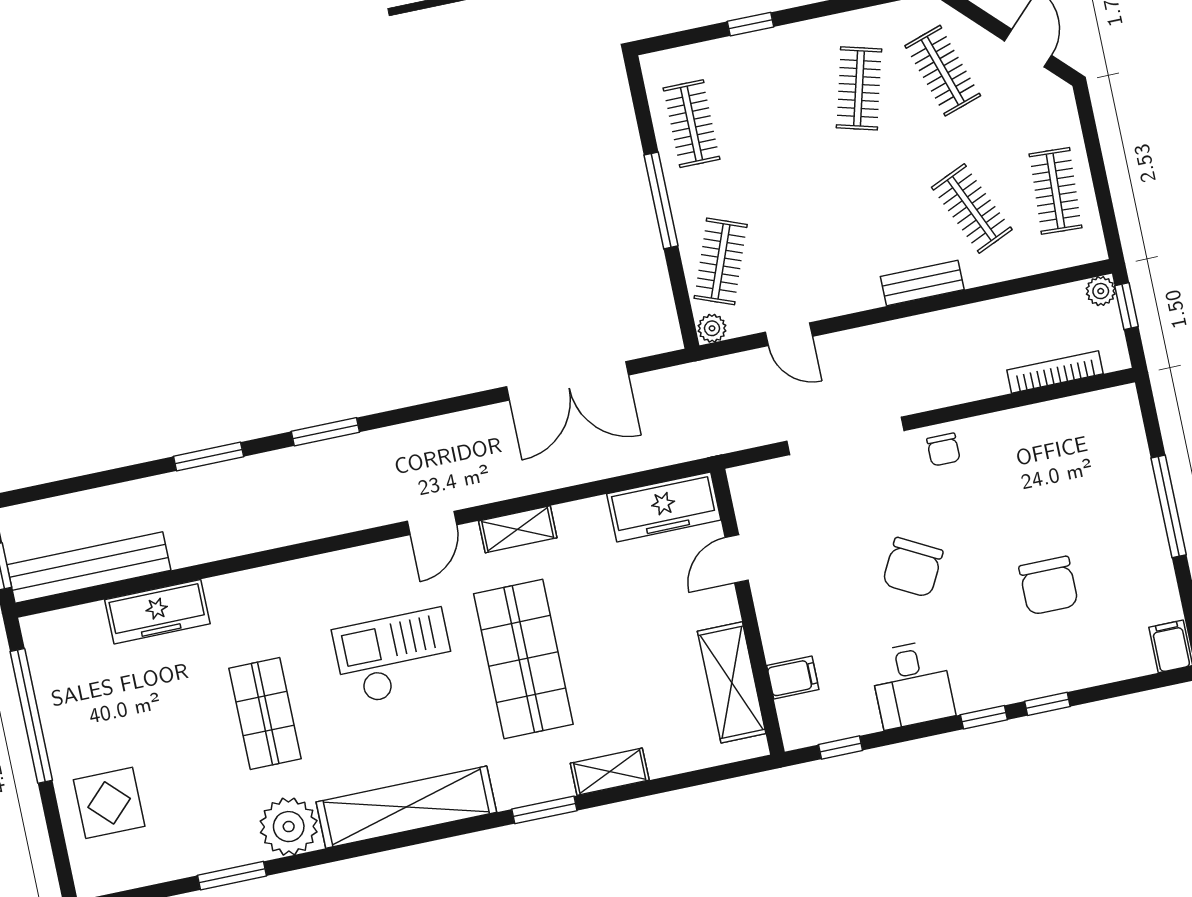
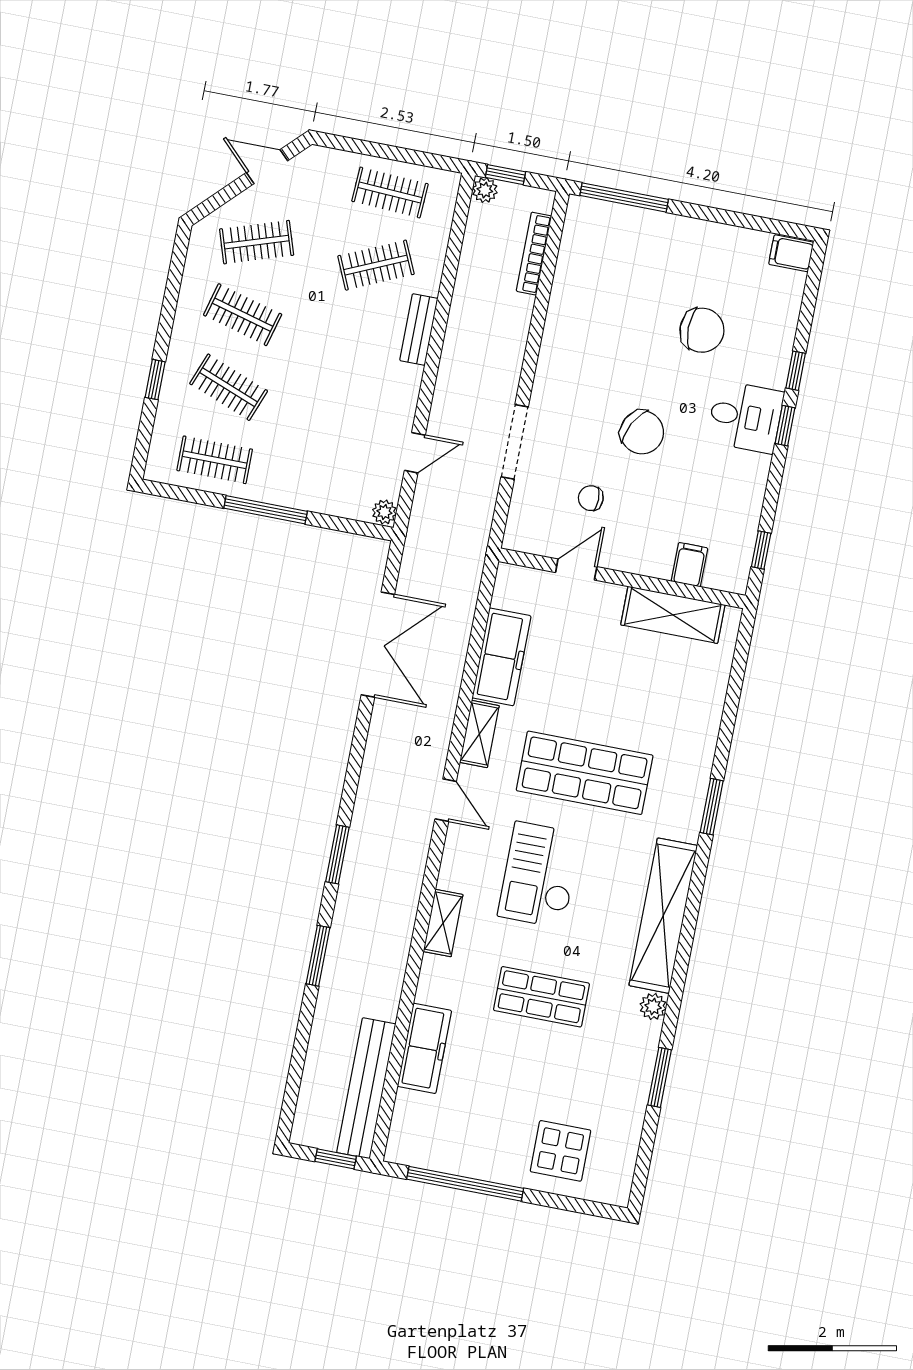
clothes rail: (721, 261) -> (229, 387), moved
doorway: (845, 436) -> (515, 442), width x0.73
chair: (943, 450) -> (591, 498), moved, turned 180
window: (1169, 506) -> (624, 197), moved
freezer: (664, 507) -> (501, 657), moved
door: (737, 559) -> (576, 570), swing flipped
desk: (912, 684) -> (745, 417), moved
shelving: (610, 772) -> (443, 923), moved
plant: (289, 827) -> (653, 1006), width x0.53, depth x0.53

